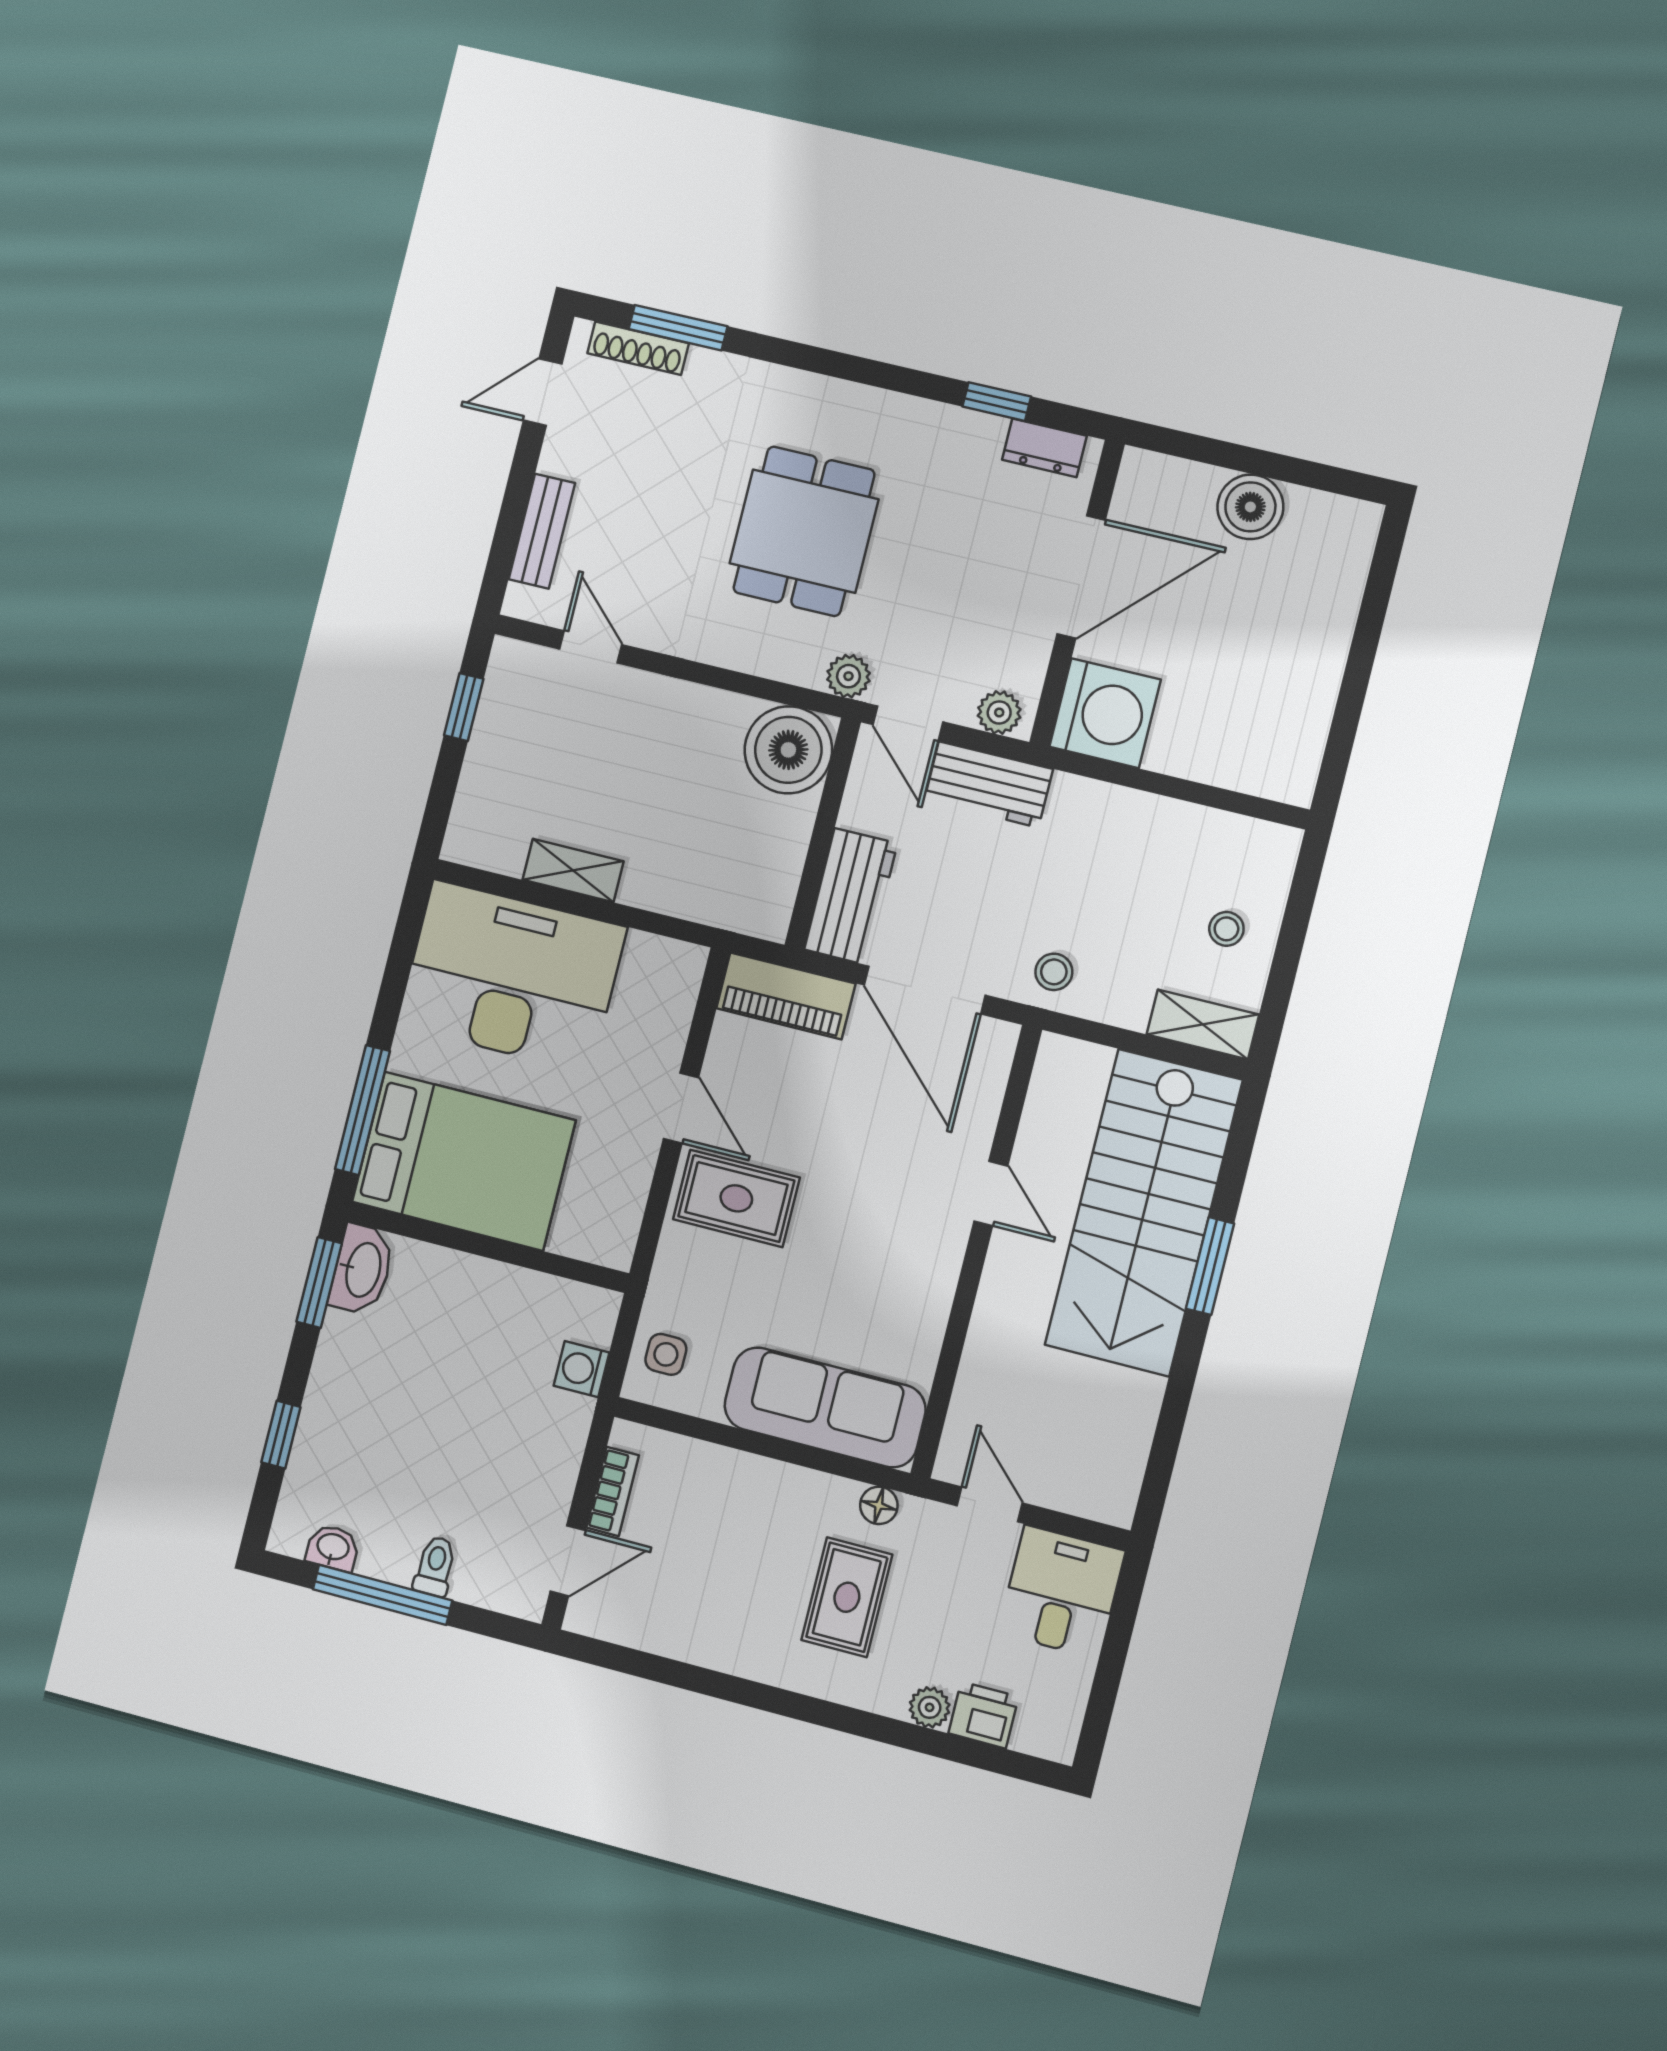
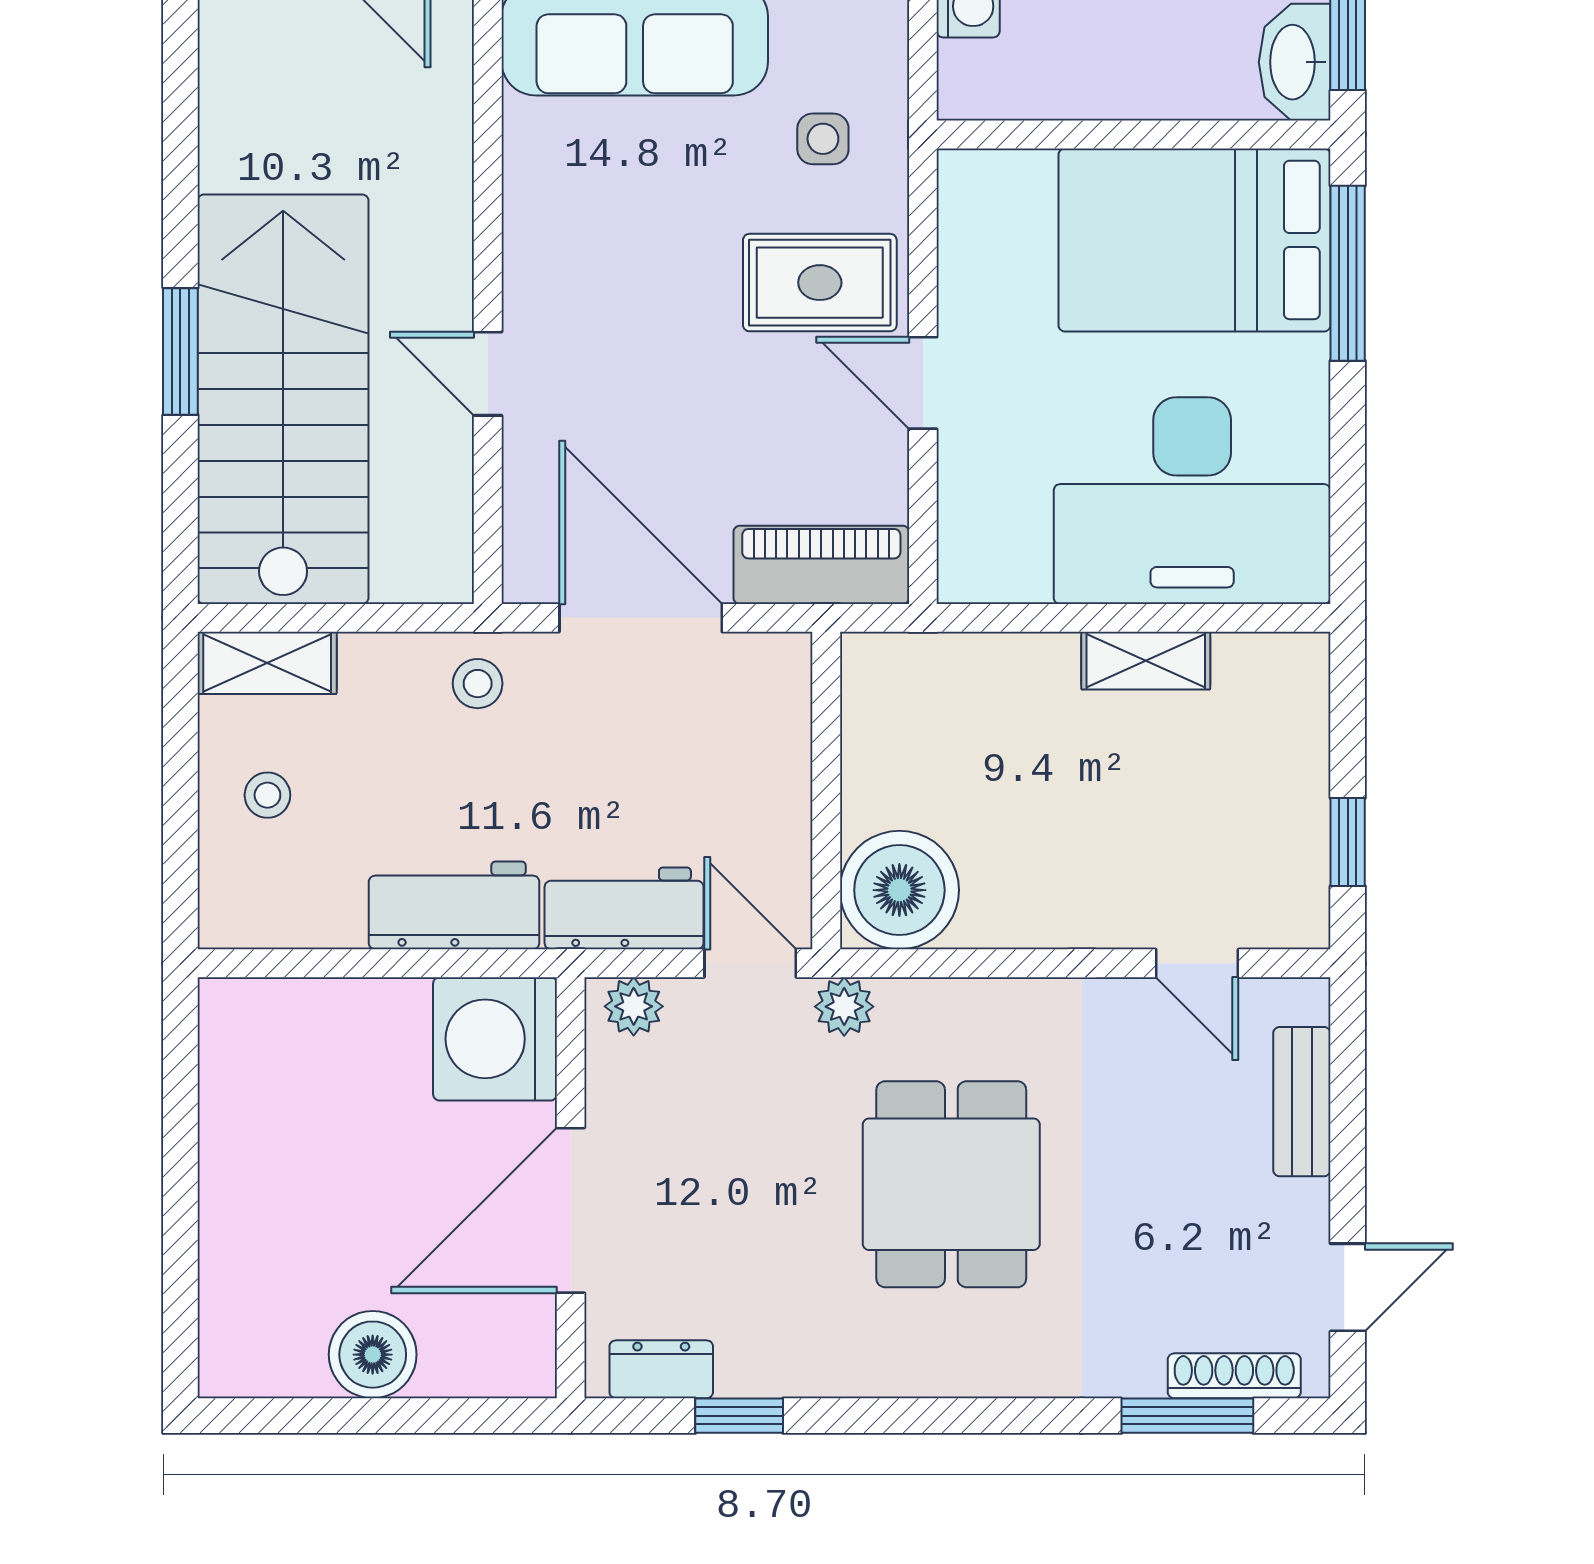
workbench: (851, 896) -> (454, 905), moved, turned 90
side table: (666, 1354) -> (823, 139), moved

